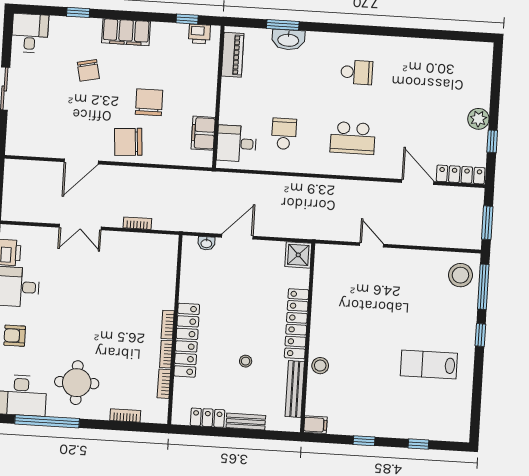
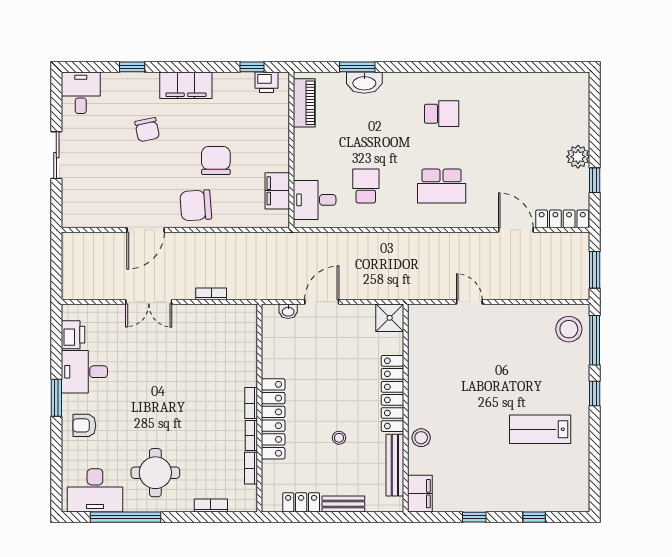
filing cabinet: (315, 425) -> (420, 494), width x2.00

